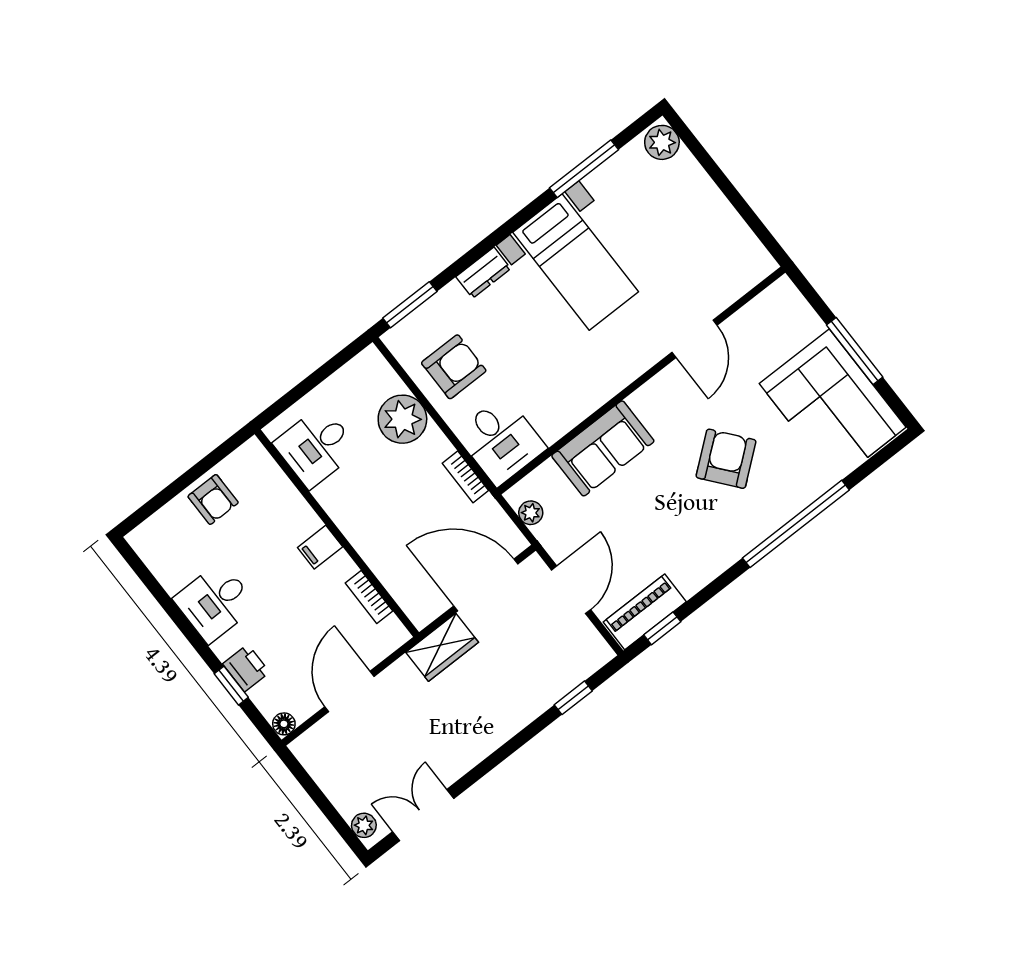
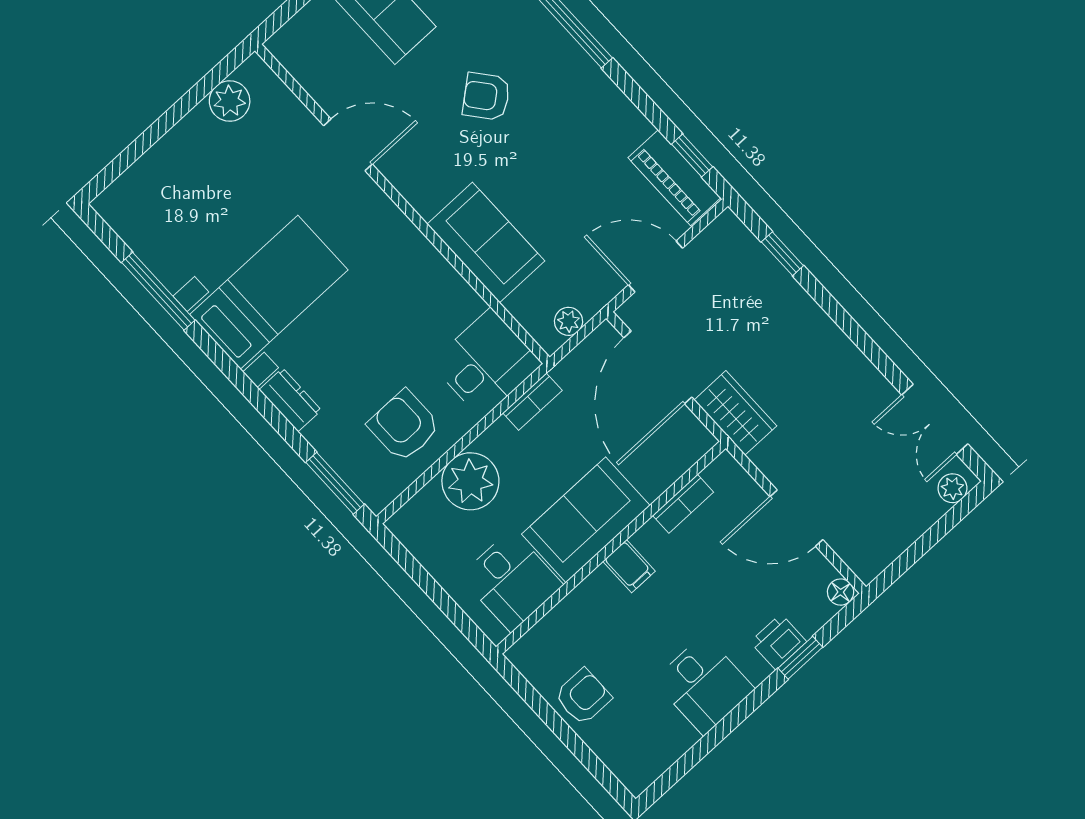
plant: (662, 142) -> (230, 101), moved
armchair: (726, 459) -> (486, 96), width x0.72, depth x0.72
sofa: (362, 514) -> (586, 520), added

